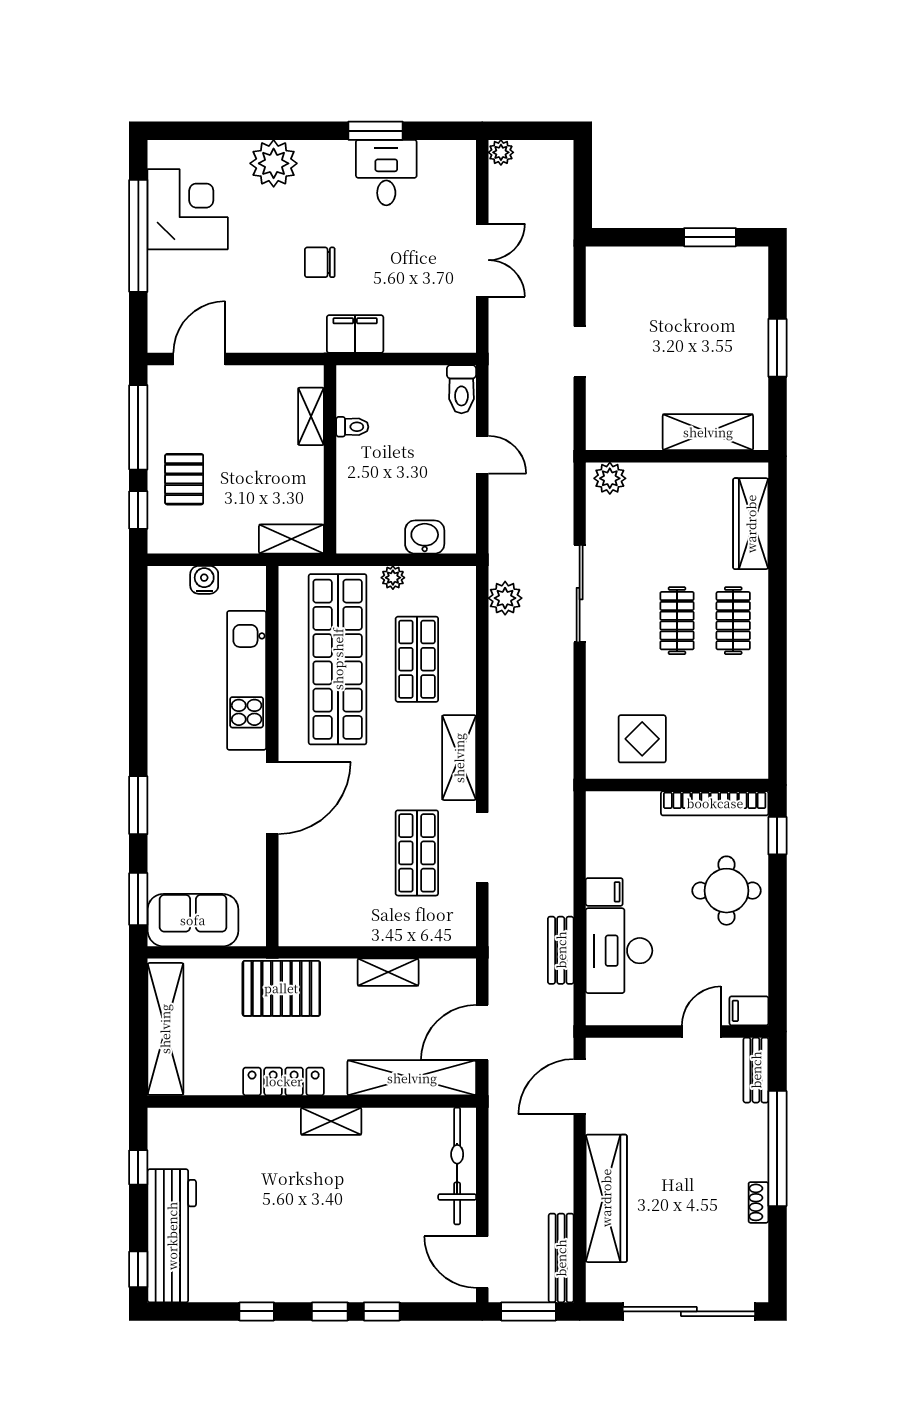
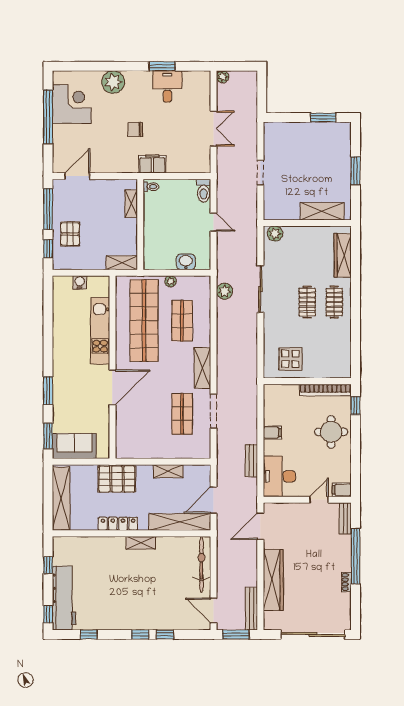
toilet: (352, 427) -> (151, 187), moved
desk: (619, 951) -> (279, 476), moved
window: (257, 1311) -> (89, 634), moved

